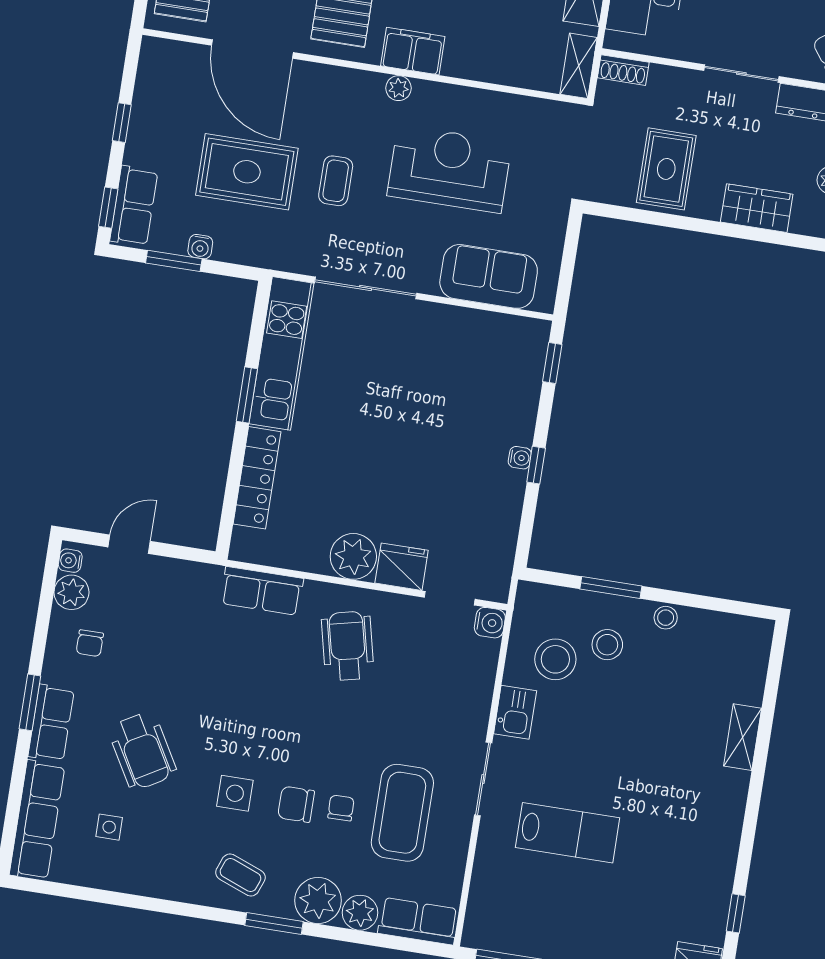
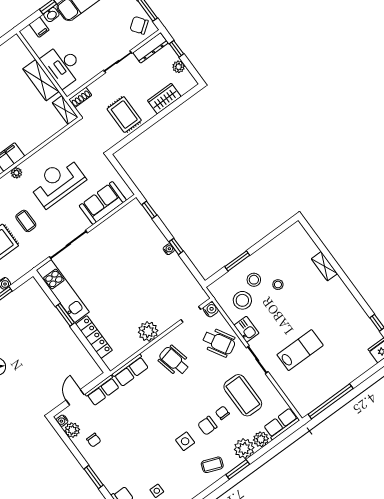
fridge: (402, 567) -> (166, 320), removed
stool: (666, 618) -> (278, 285), moved
row of seats: (51, 723) -> (102, 390), moved, turned 90
wheelchair: (142, 751) -> (219, 342), moved

